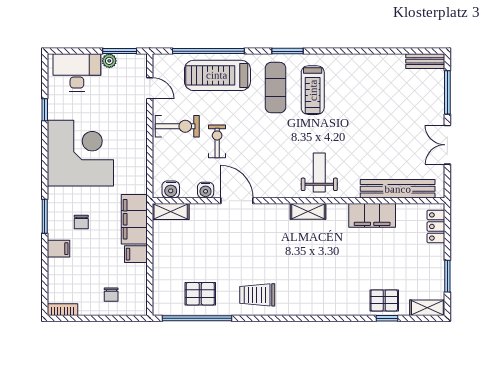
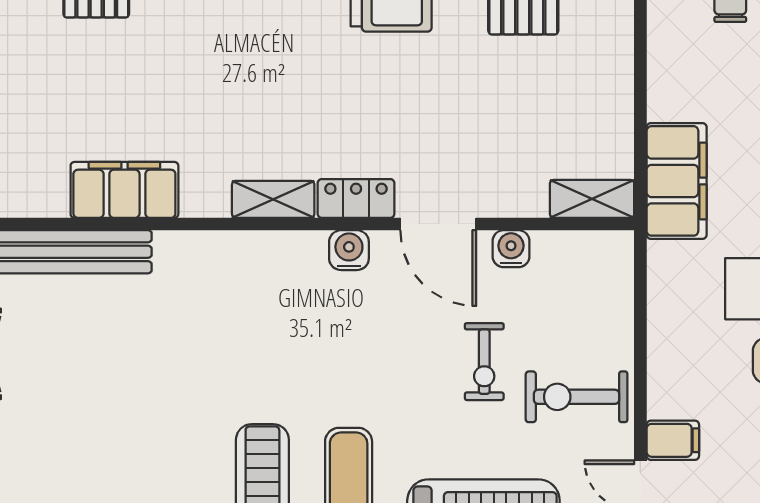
weight bench: (319, 172) -> (247, 290), removed
water cooler: (171, 189) -> (349, 250), moved
locker: (272, 212) -> (356, 198), added
filing cabinet: (136, 254) -> (673, 440), moved

